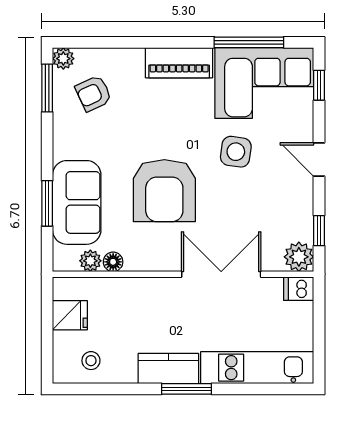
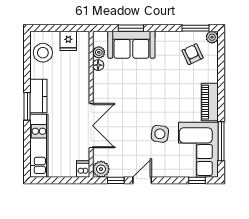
door: (319, 160) -> (142, 180), moved
armchair: (164, 191) -> (138, 94), removed
stool: (91, 361) -> (43, 53), width x1.89, depth x1.89

